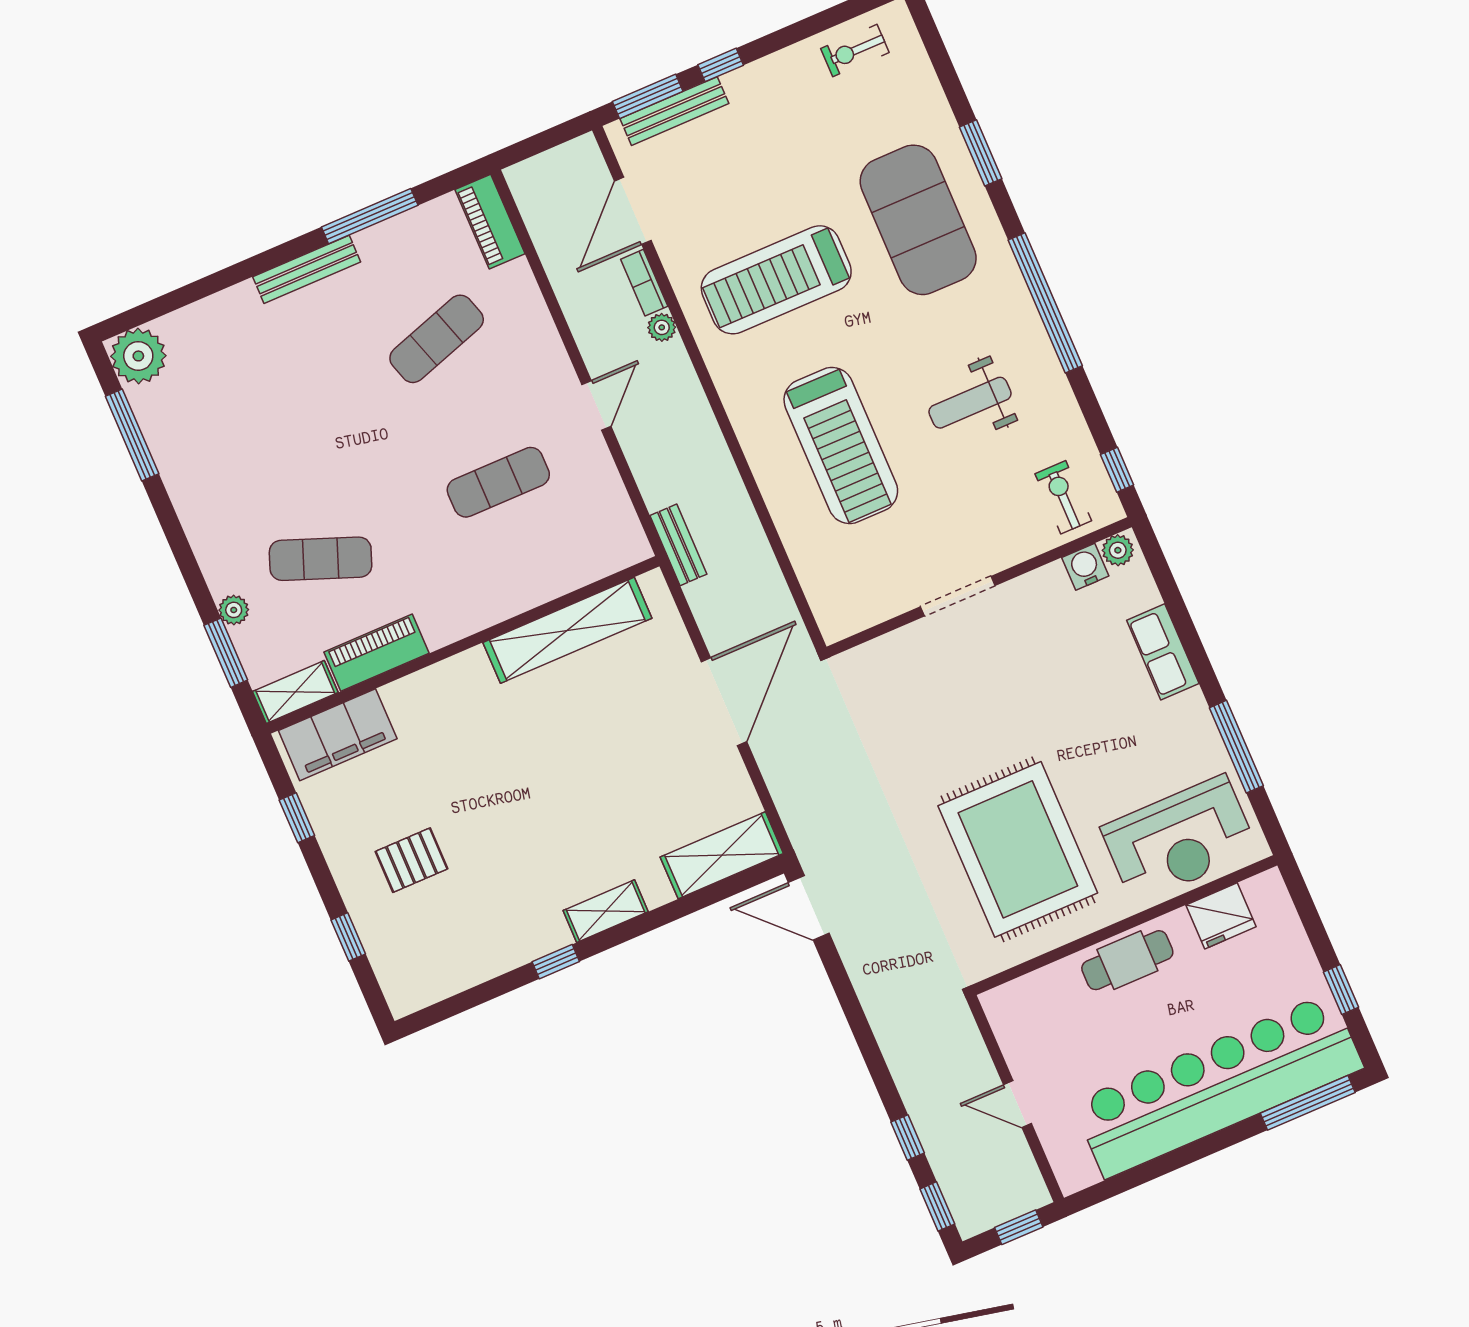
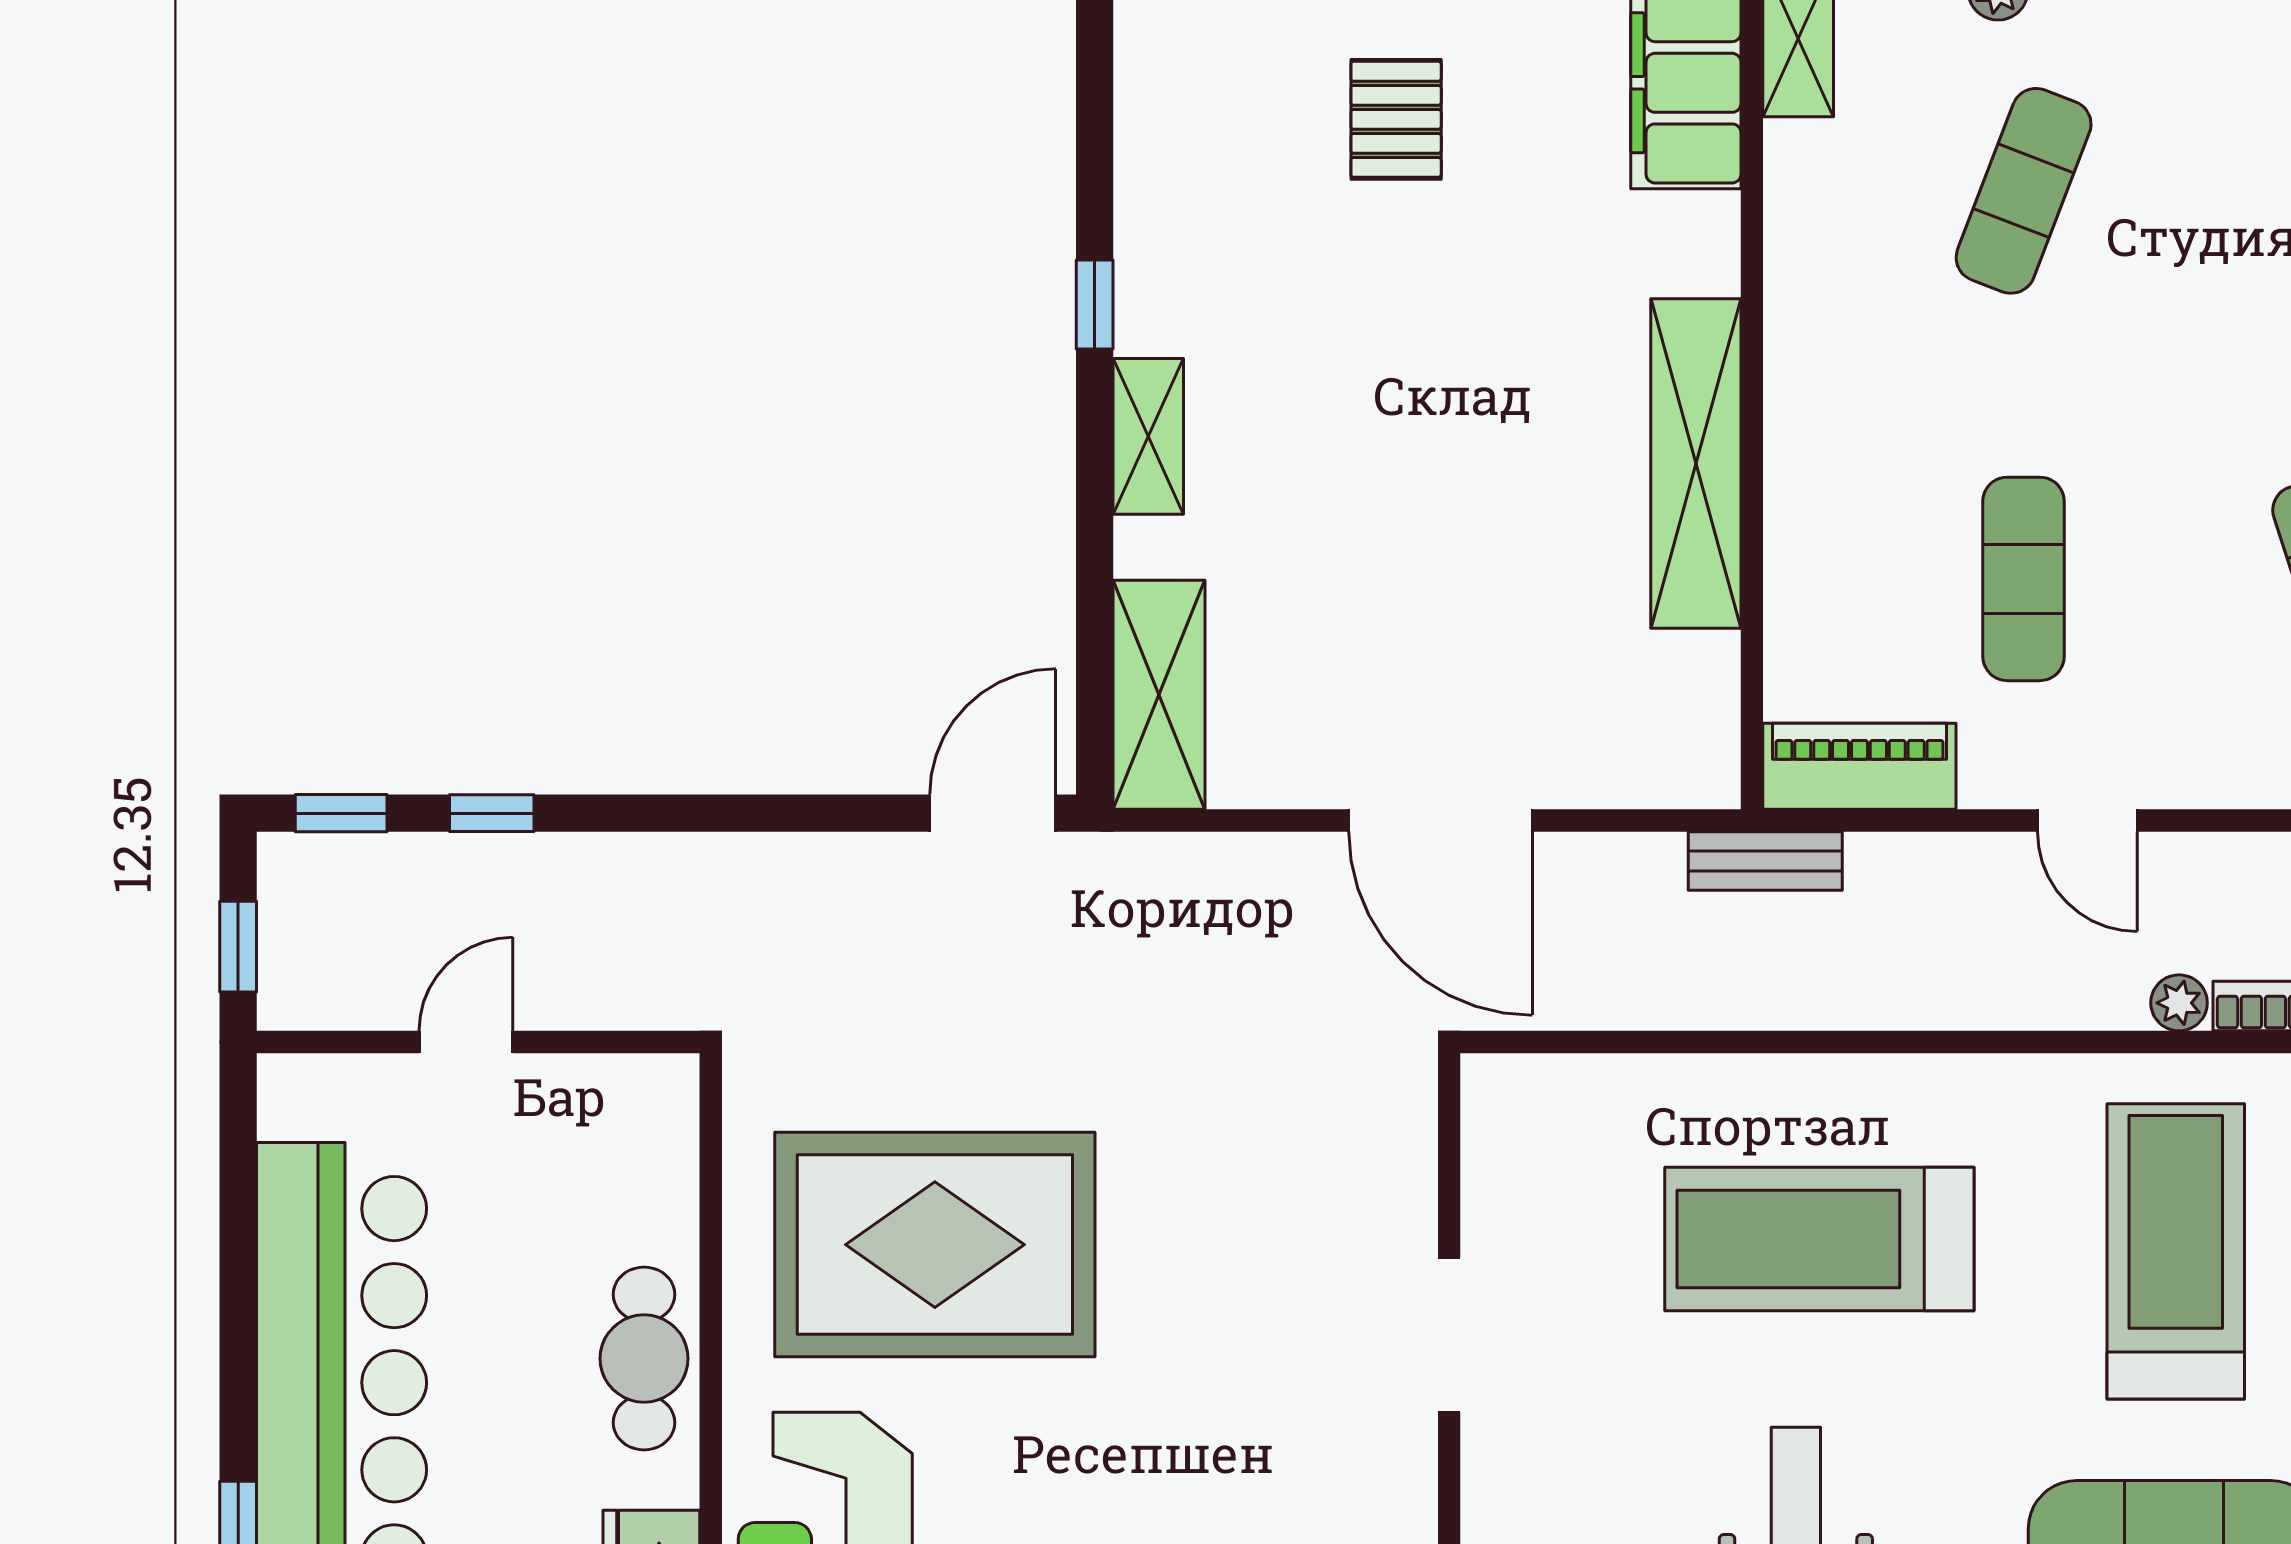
shelving: (567, 630) -> (1696, 464), moved
piano: (376, 653) -> (1859, 766), moved, turned -90

